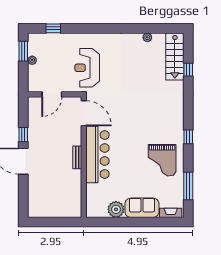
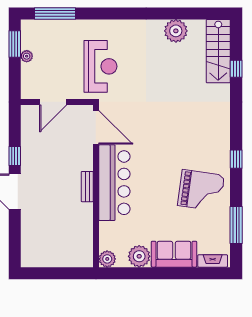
window: (53, 28) -> (55, 13), width x2.17
plant: (147, 37) -> (176, 31), width x1.87, depth x1.87
reception desk: (87, 68) -> (100, 66), turned 180
grand piano: (162, 160) -> (201, 190), turned -82
plant: (92, 211) -> (107, 259), added

